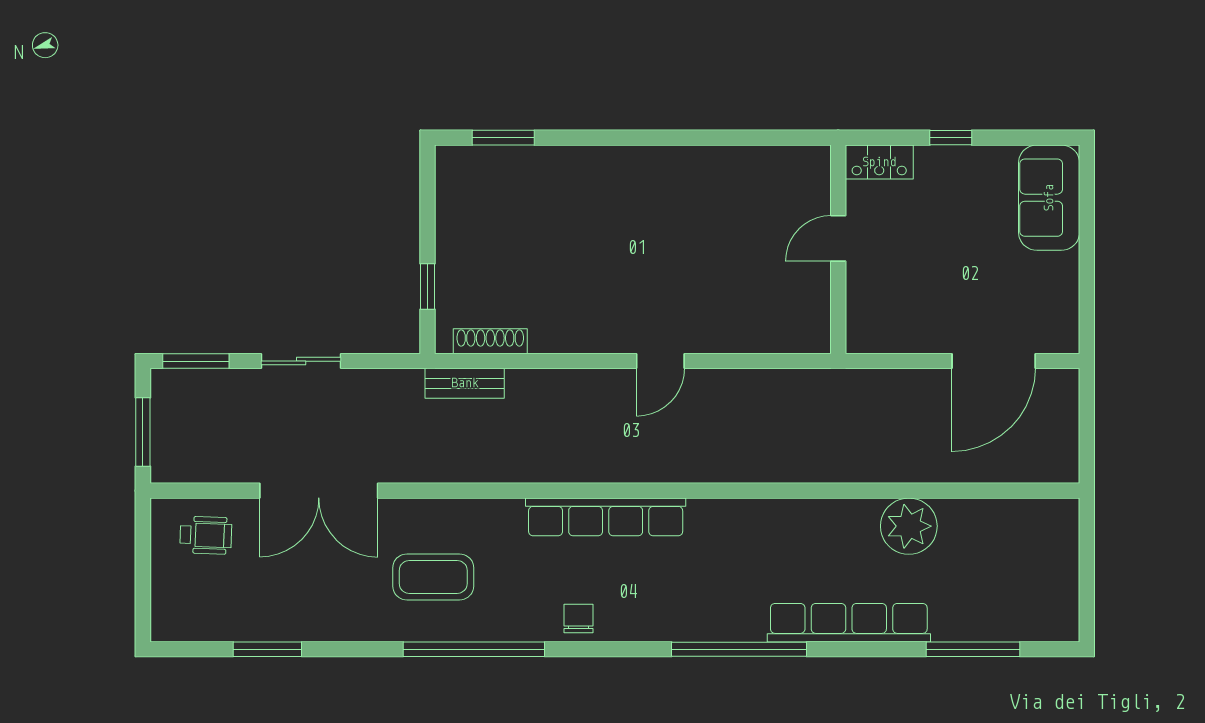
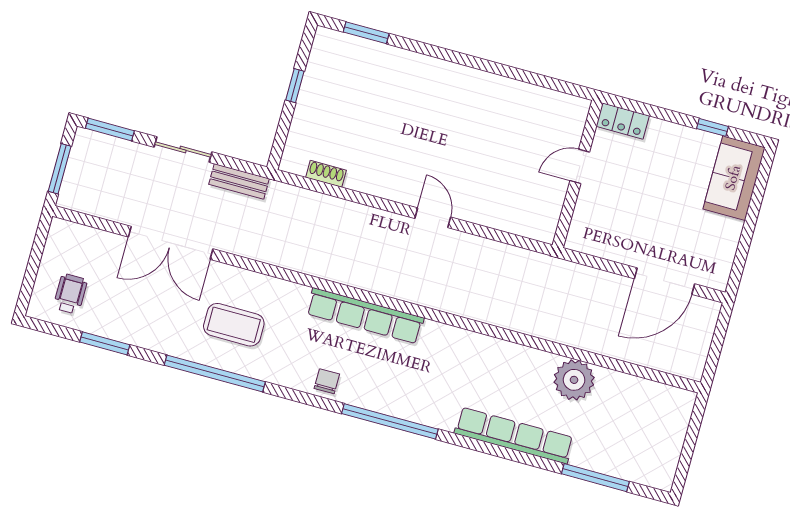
window: (951, 138) -> (713, 127), moved
window: (428, 287) -> (295, 86), moved
shoe rack: (490, 341) -> (326, 174), width x0.70
door: (660, 361) -> (433, 218), swing flipped
bench: (465, 383) -> (239, 181), moved
wheelchair: (206, 535) -> (70, 294), moved, turned -92
window: (474, 649) -> (215, 373), moved
window: (739, 649) -> (390, 421), moved

